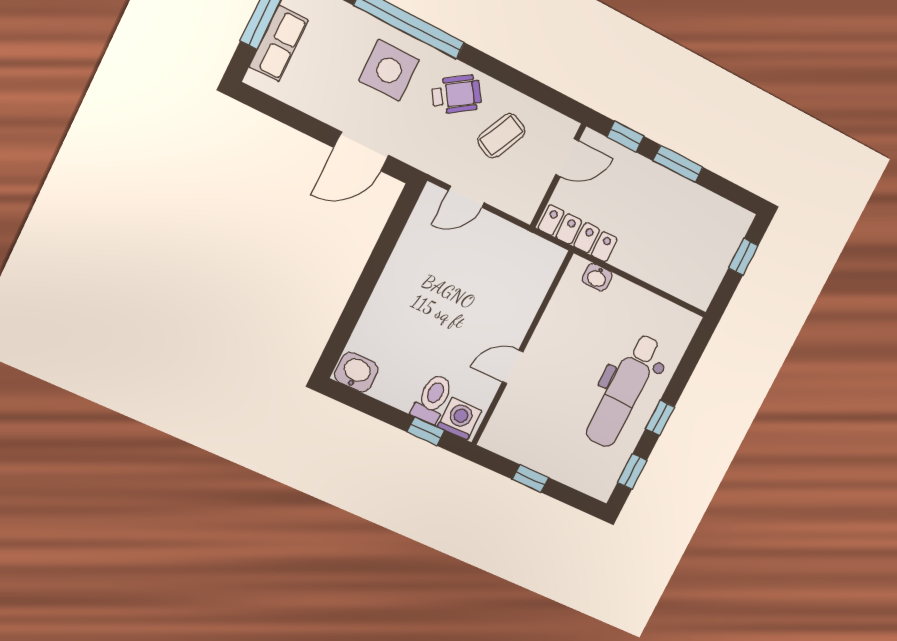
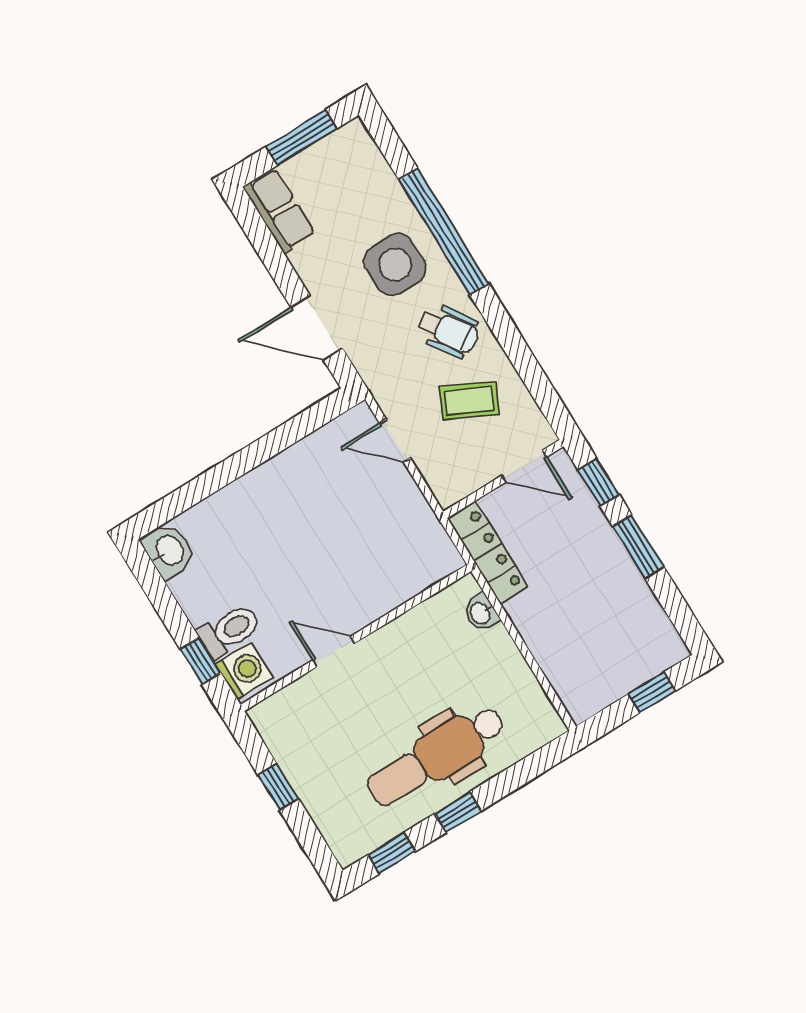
row of seats: (279, 44) -> (279, 211), moved, turned -90

